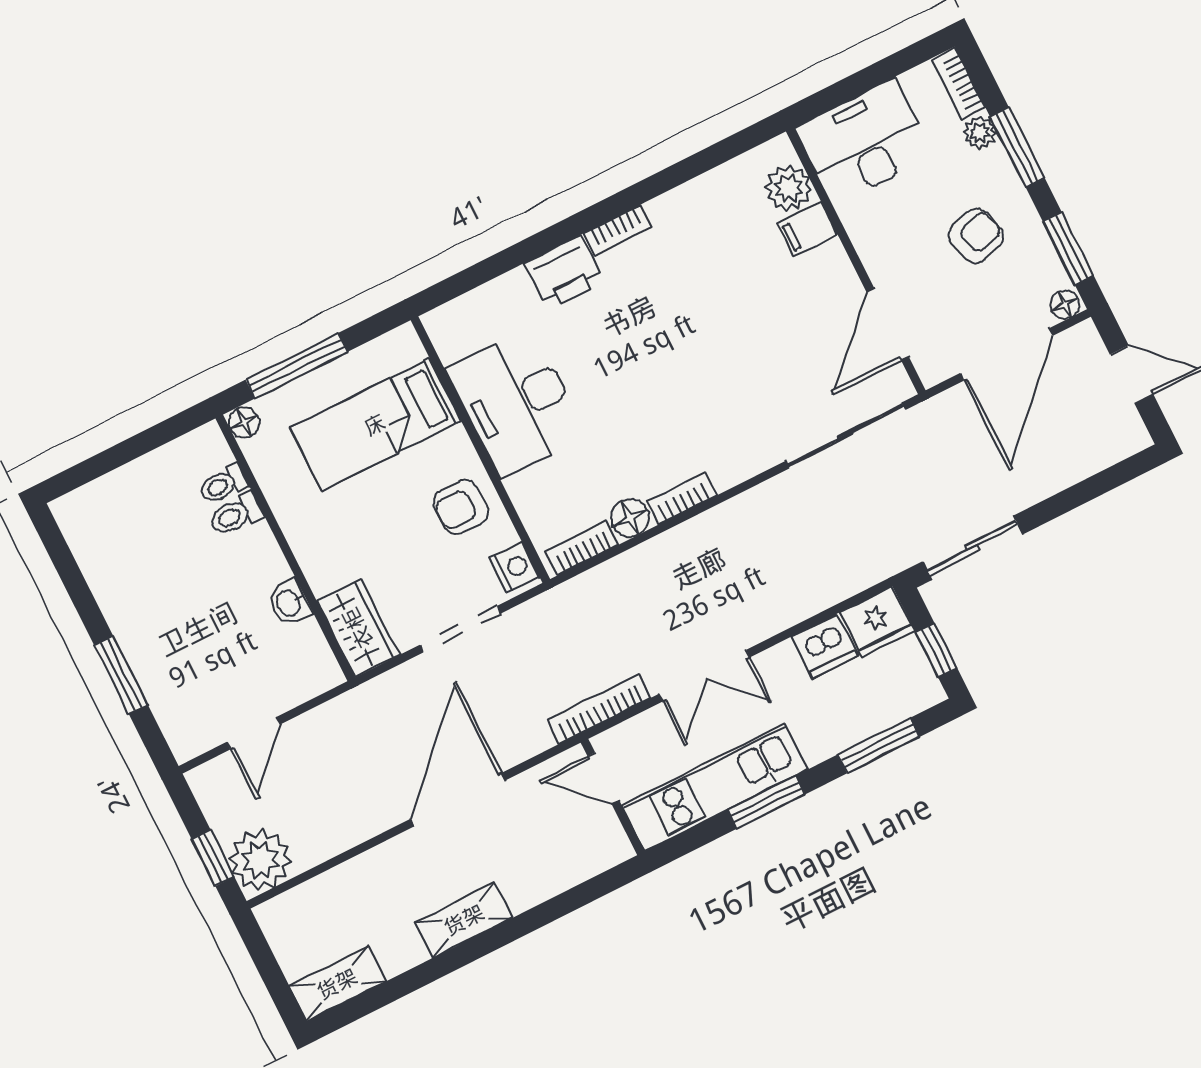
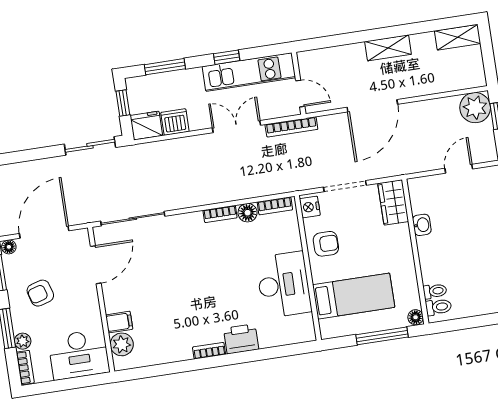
toilet: (236, 515) -> (438, 307), moved
window: (766, 802) -> (227, 57), width x0.67

